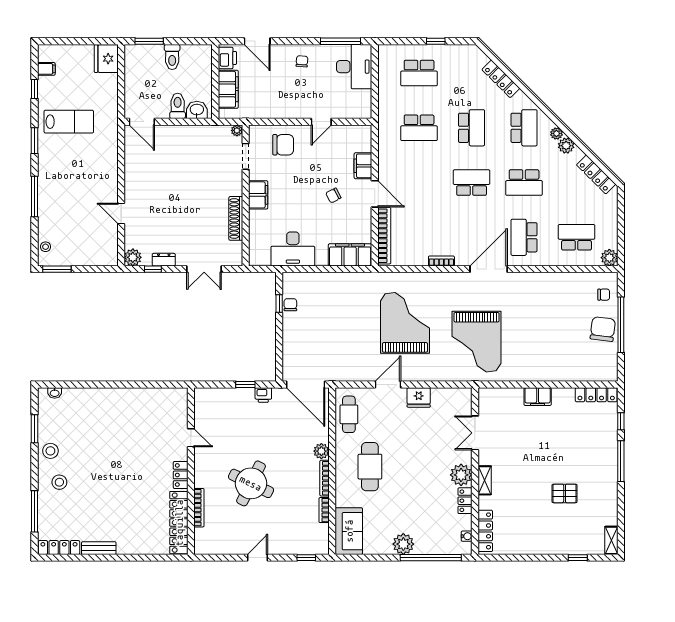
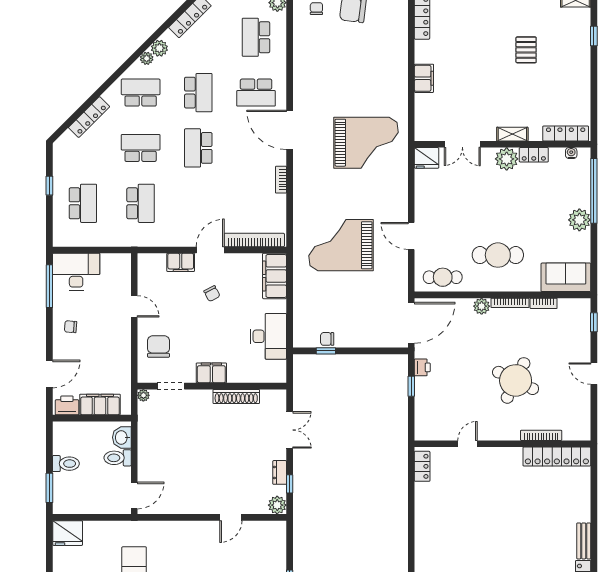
grand piano: (405, 323) -> (341, 245), moved
fridge: (419, 397) -> (427, 158), moved, turned 90
locker: (181, 475) -> (422, 466), moved, turned -90

